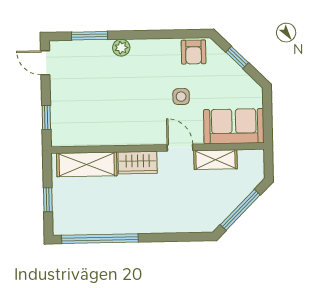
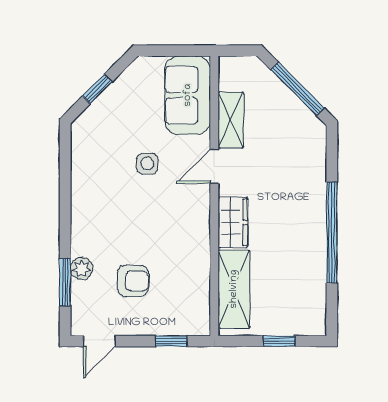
plant: (121, 48) -> (82, 269), moved
armchair: (194, 52) -> (133, 281), moved
window: (100, 239) -> (332, 232), moved

